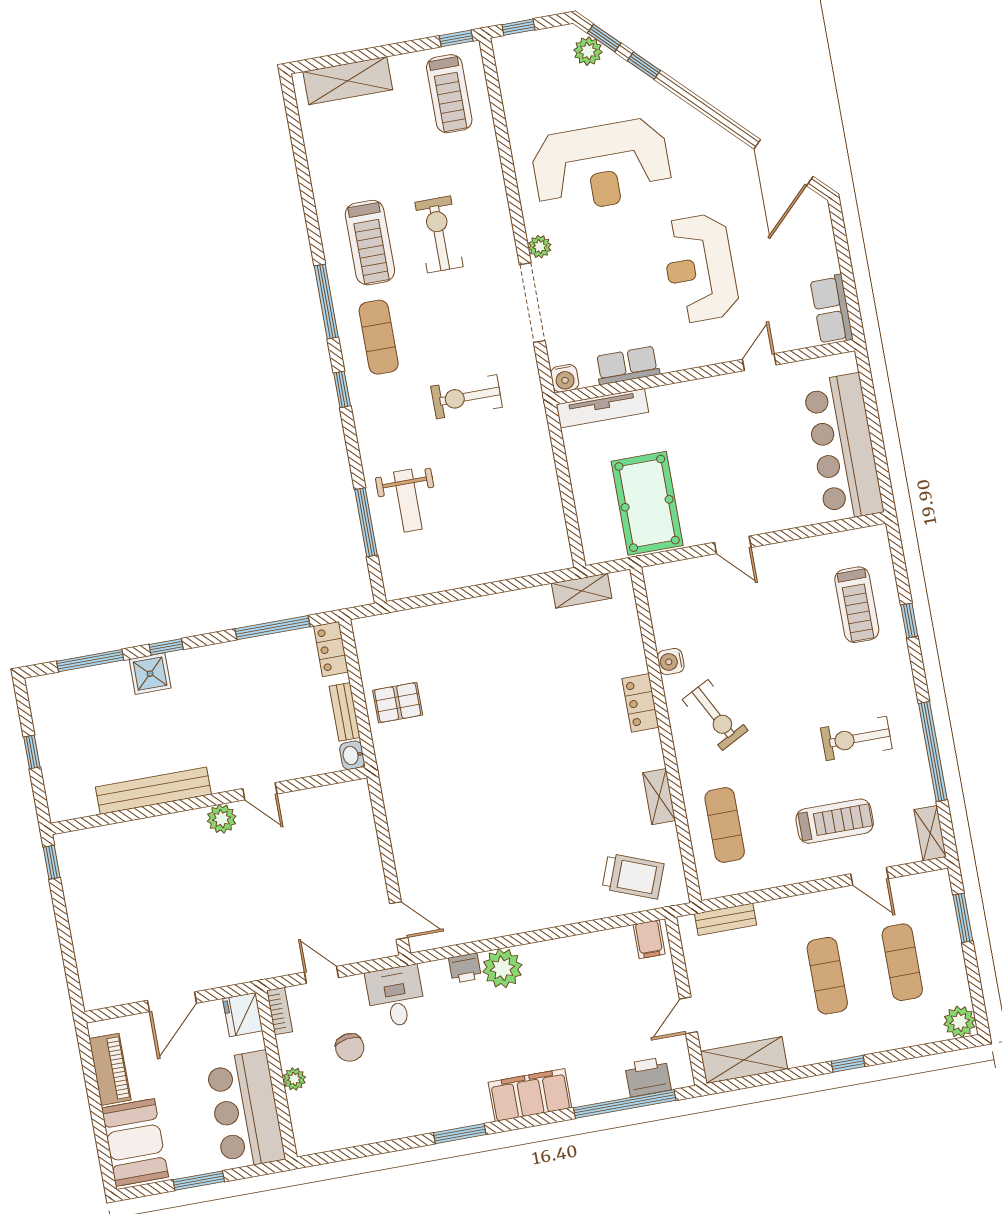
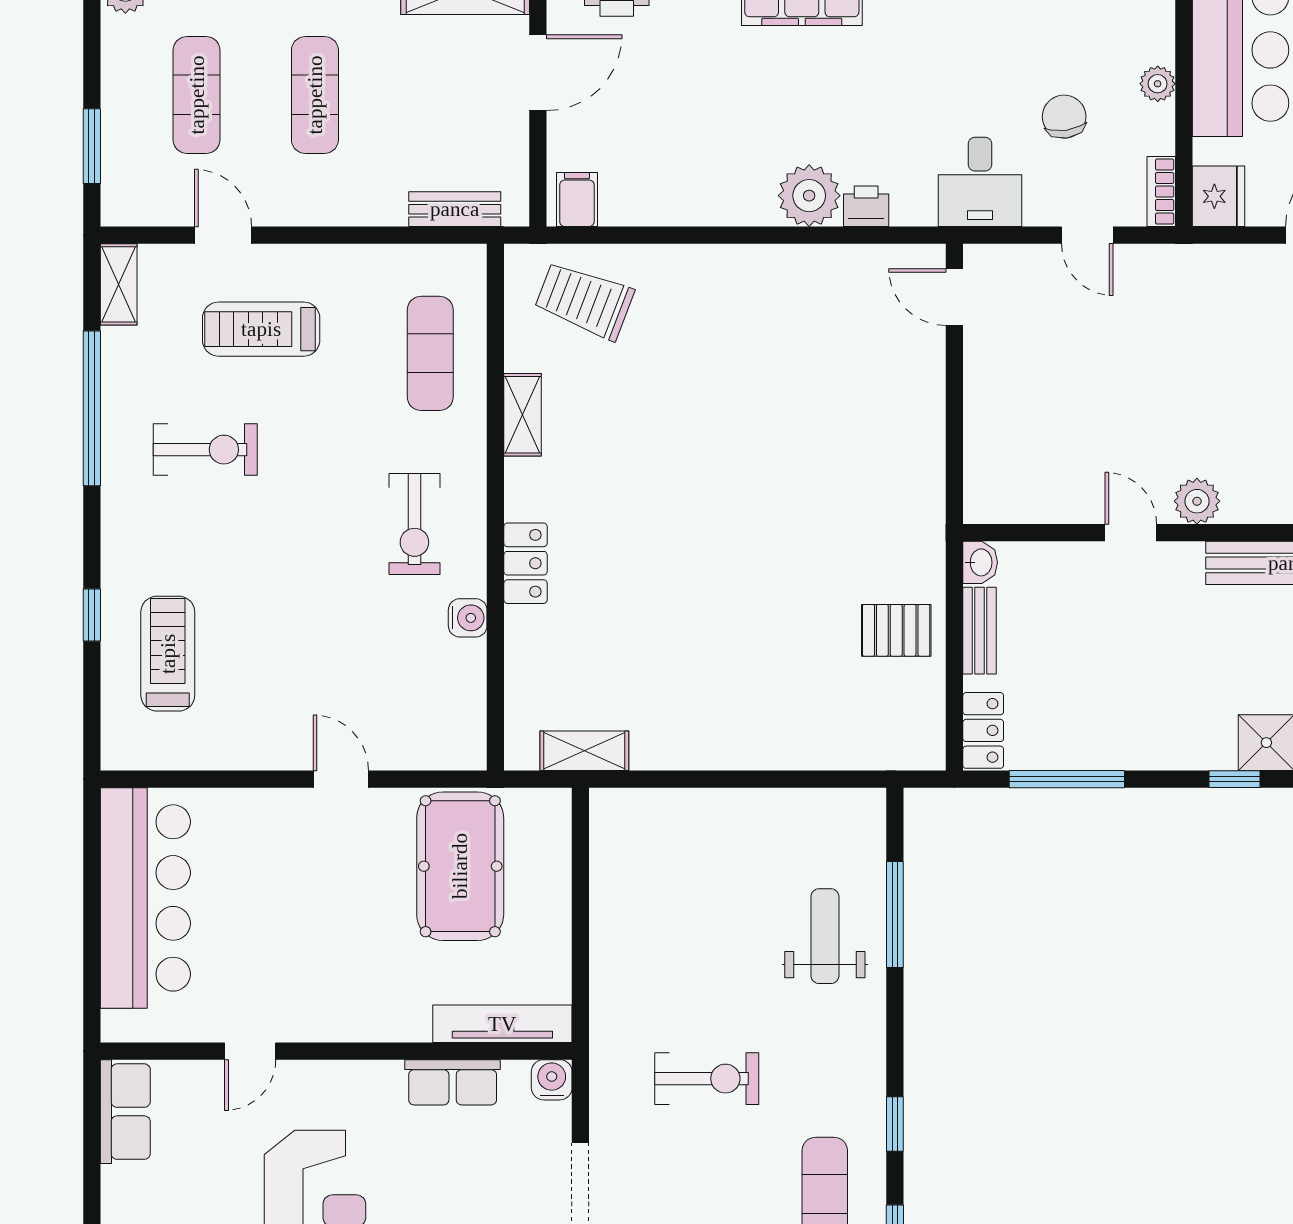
exercise bike: (715, 715) -> (414, 524), turned -152
door: (688, 1015) -> (538, 73), width x1.38

